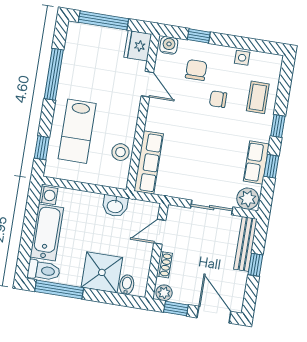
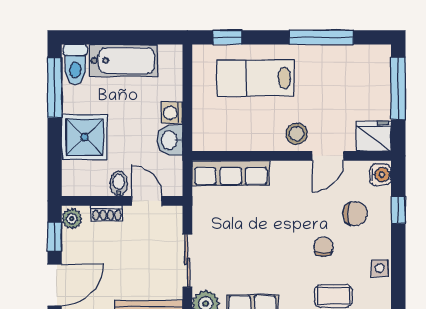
stool: (120, 152) -> (297, 134), moved
washing machine: (48, 195) -> (172, 113), moved, turned 90
bidet: (127, 285) -> (119, 184), moved, turned -90

